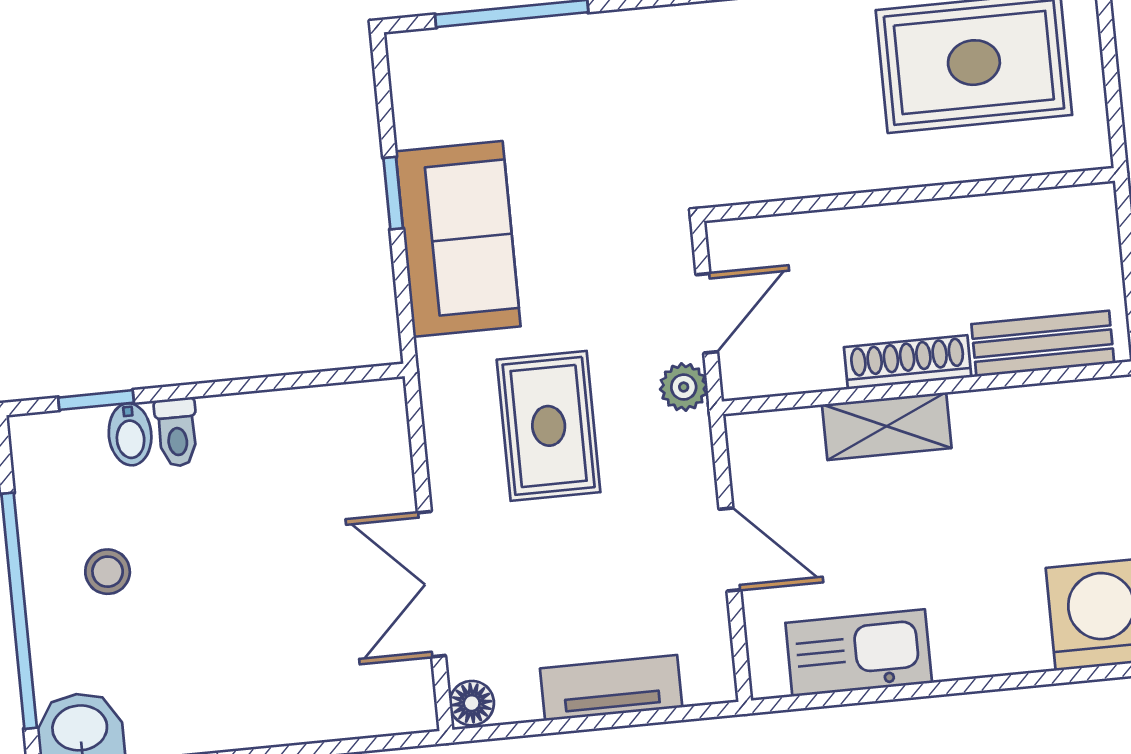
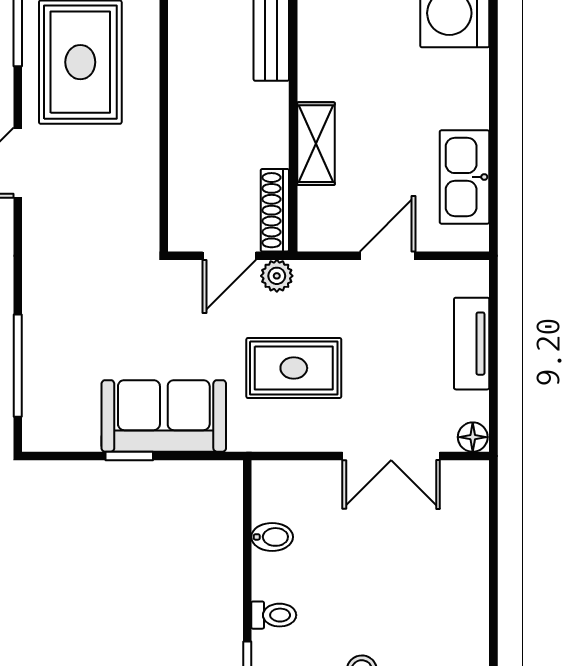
door: (707, 313) -> (229, 256), swing flipped
shoe rack: (908, 362) -> (275, 210), moved
bidet: (130, 434) -> (272, 537), moved

